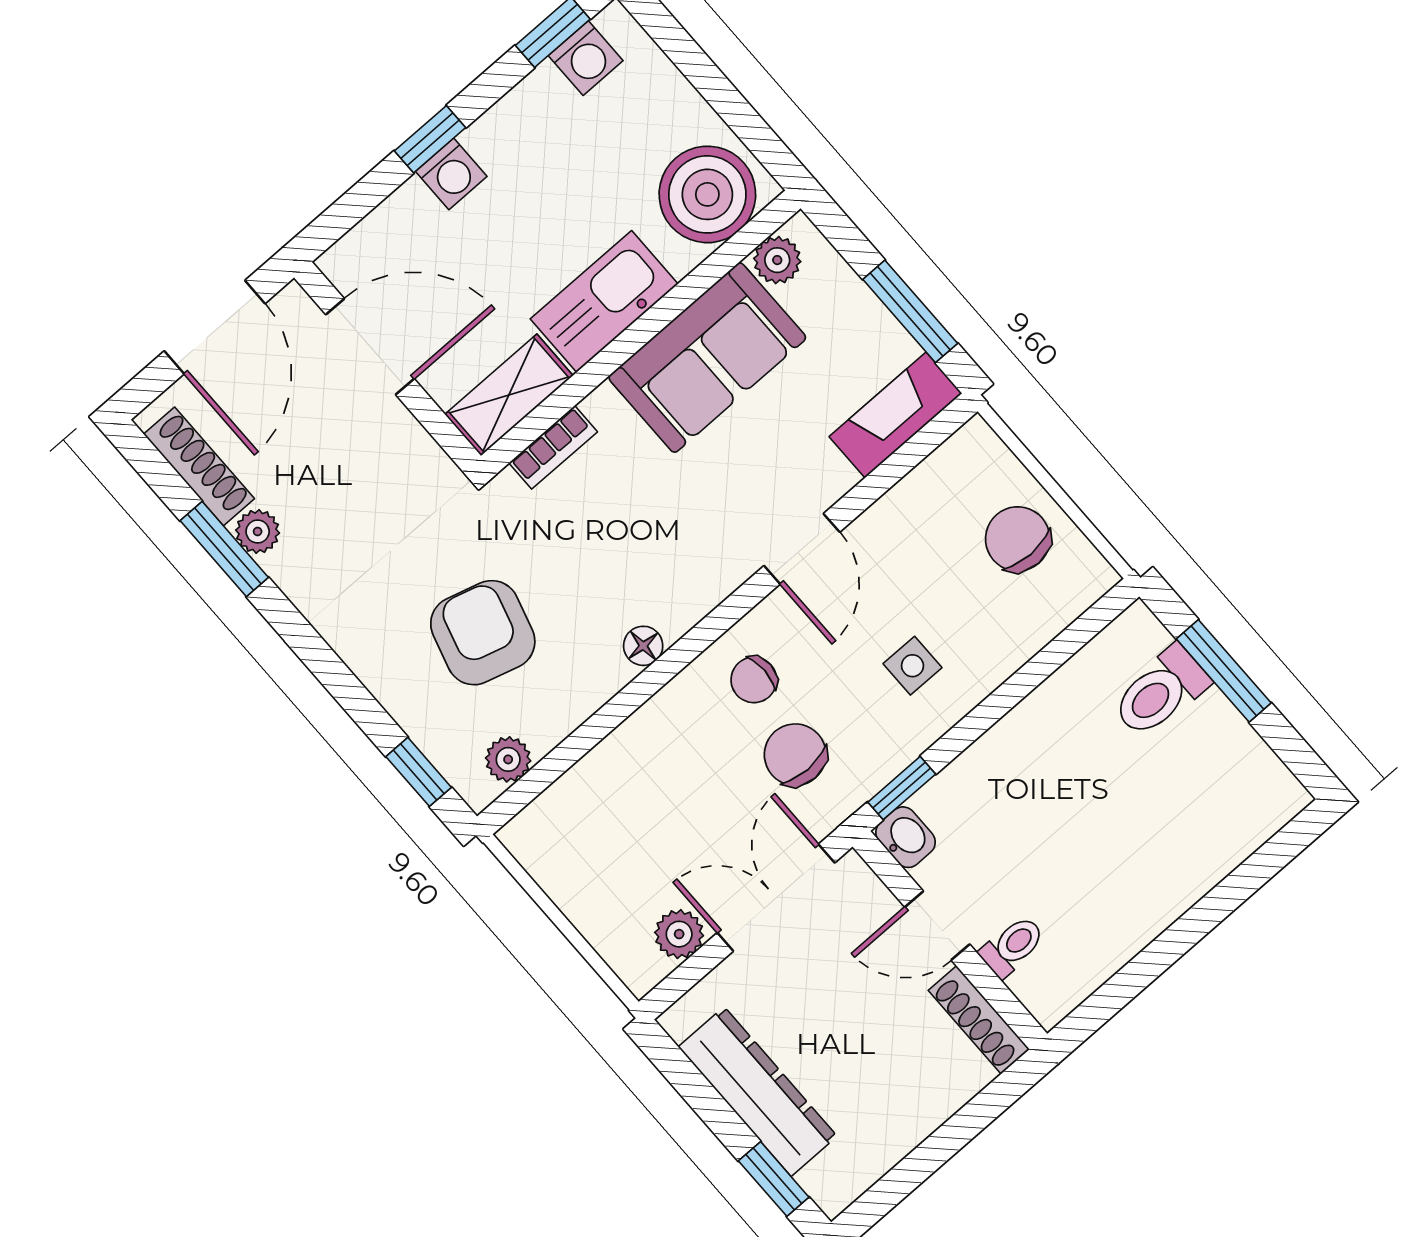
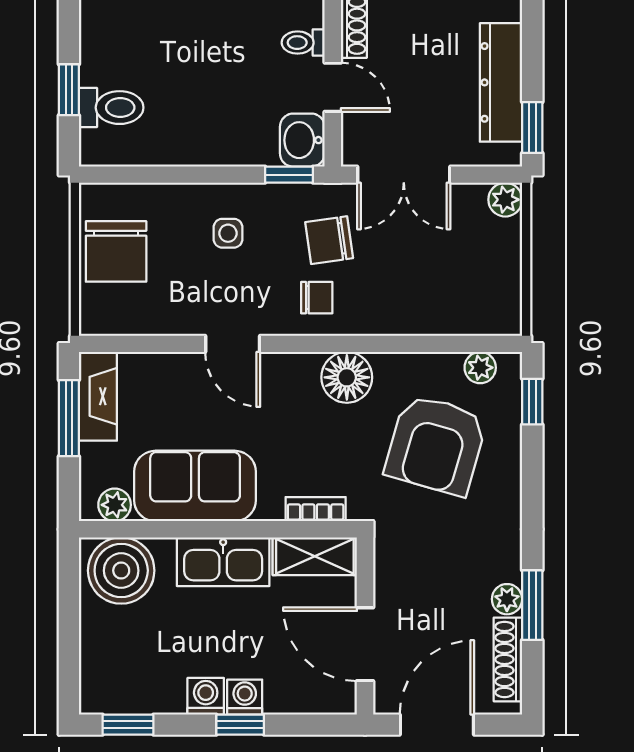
washing machine: (586, 58) -> (206, 696), moved
fireplace: (896, 415) -> (98, 396), moved, turned -90
chair: (1018, 539) -> (116, 251), width x1.37, depth x1.37
door: (802, 549) -> (233, 344), swing flipped
armchair: (483, 633) -> (436, 445), width x1.36, depth x1.36
floor lamp: (643, 646) -> (347, 377), width x1.89, depth x1.89
window: (1224, 671) -> (69, 90), width x0.67
chair: (795, 755) -> (329, 240), turned 82
washbasin: (906, 837) -> (302, 140), width x1.38, depth x1.45
plant: (679, 934) -> (505, 200), moved
window: (774, 1179) -> (532, 127), moved

